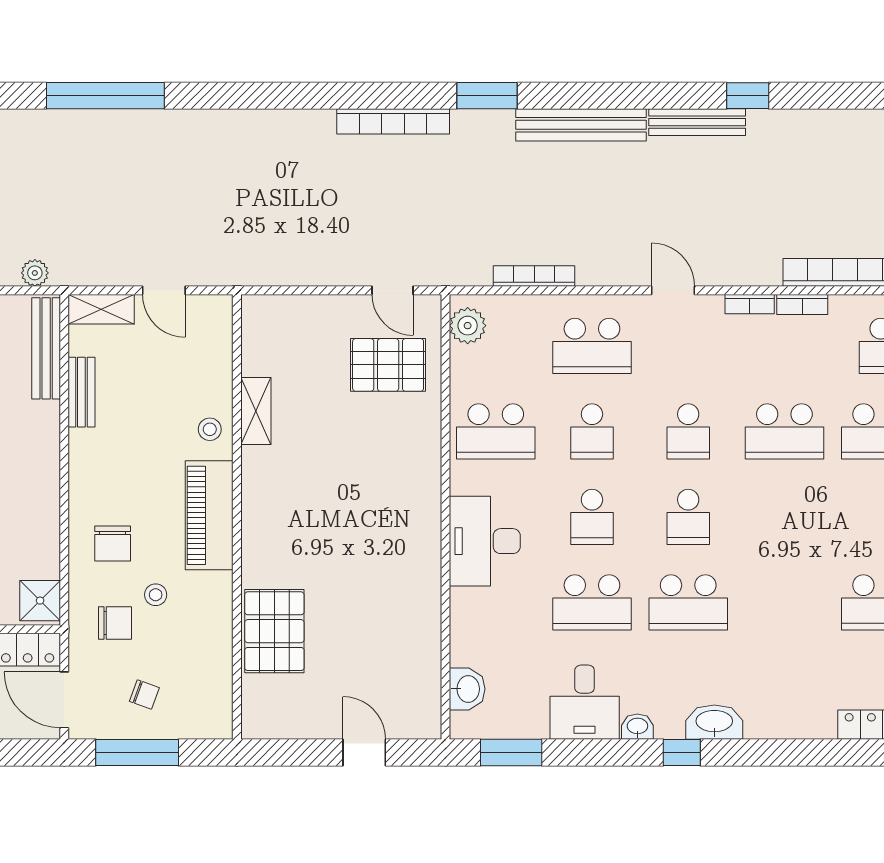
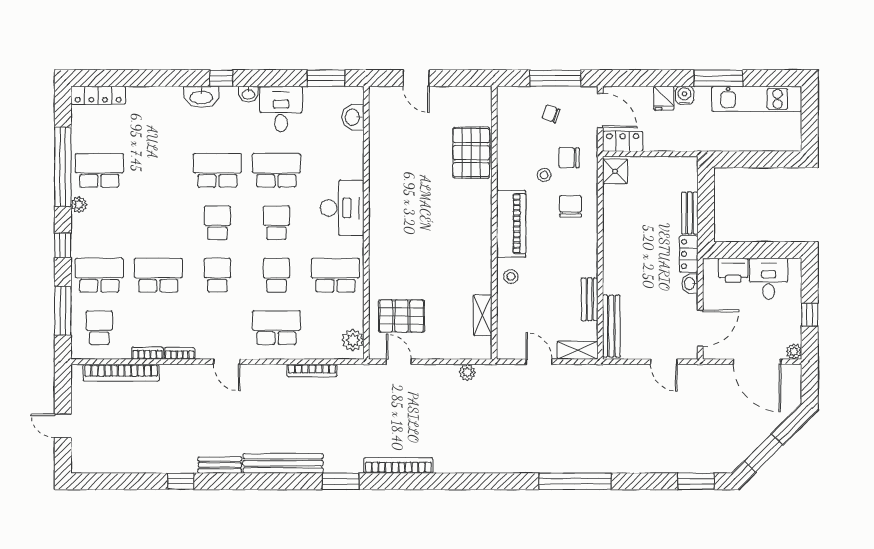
bench: (697, 122) -> (220, 465), width x0.73
plant: (35, 273) -> (467, 372), moved
shelving: (256, 411) -> (483, 315), moved

